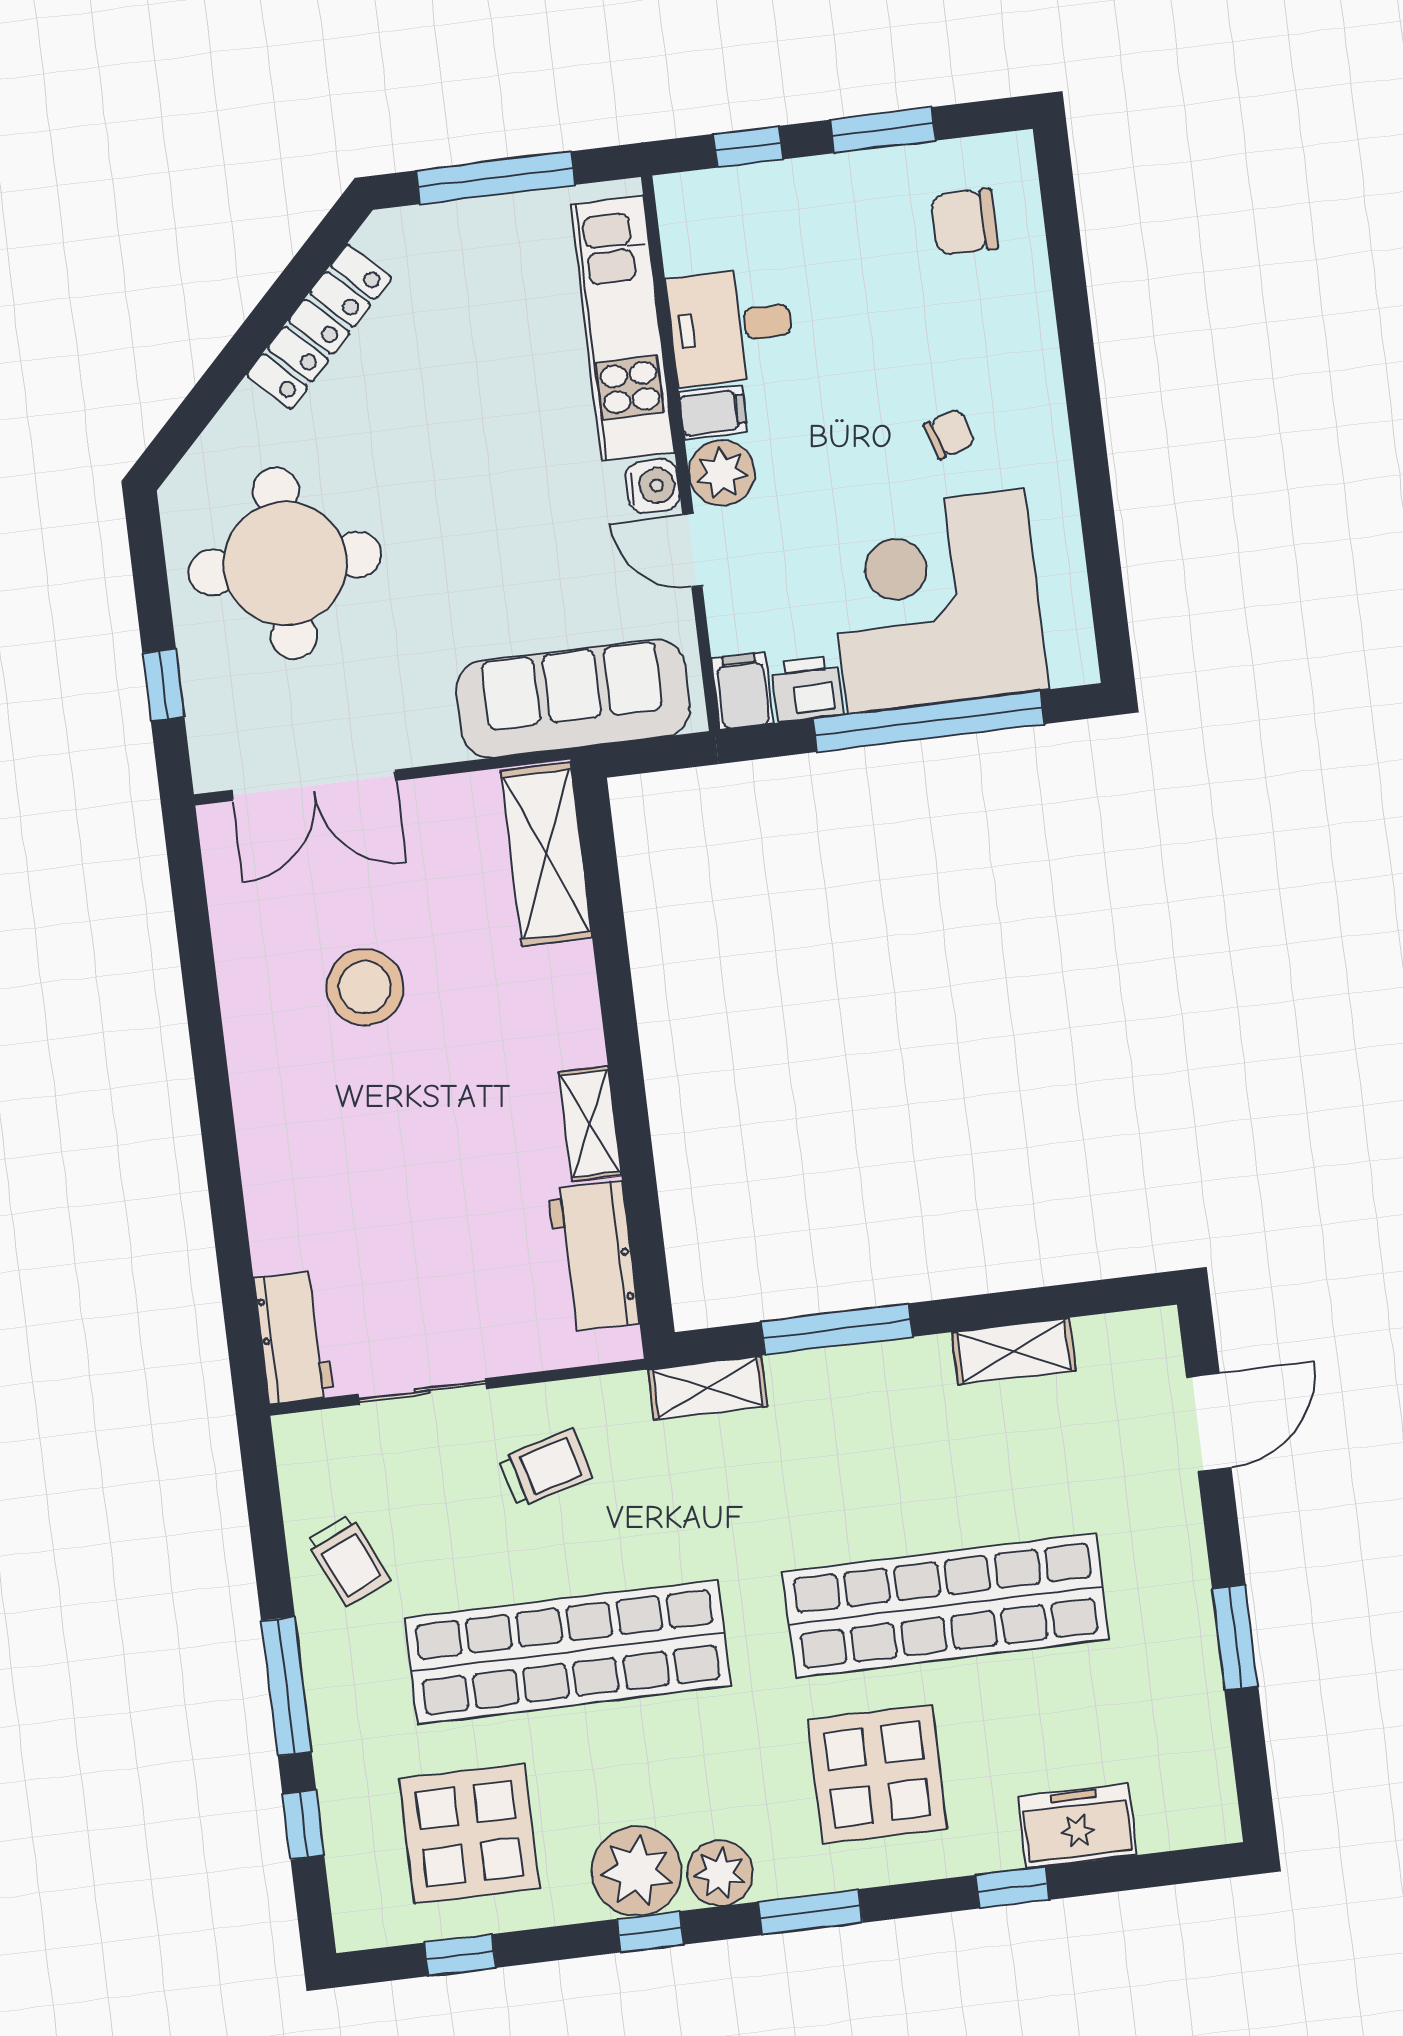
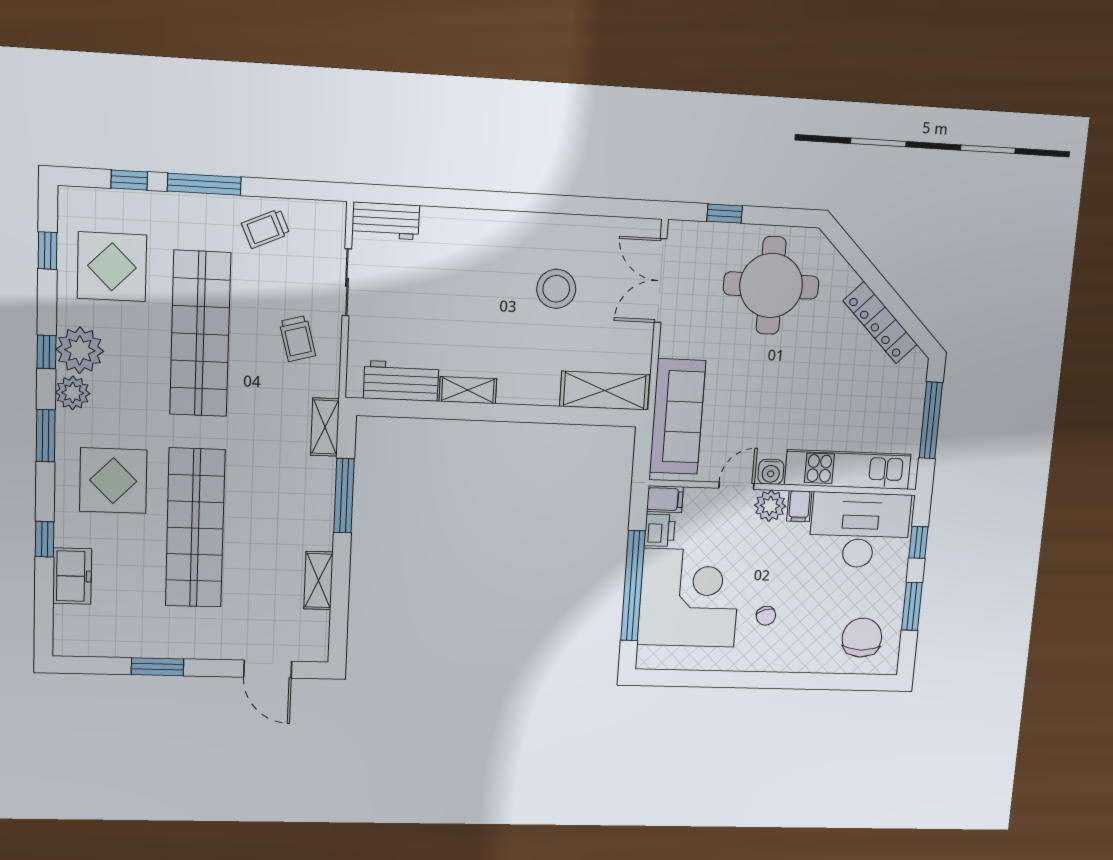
chair: (965, 222) -> (862, 638), width x1.37, depth x1.37
desk: (731, 326) -> (860, 530), width x1.87, depth x1.30

